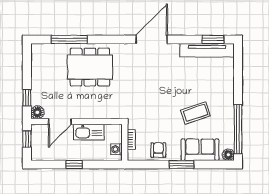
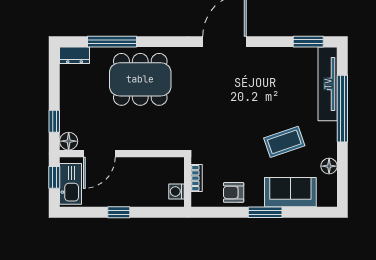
dresser: (42, 49) -> (74, 55), added
tv unit: (207, 50) -> (328, 84), moved, turned 90
window: (238, 129) -> (342, 109), moved
kitchen sink: (89, 132) -> (70, 184), moved, turned -90
armchair: (158, 150) -> (234, 192), turned -90
floor lamp: (228, 155) -> (329, 166), moved

